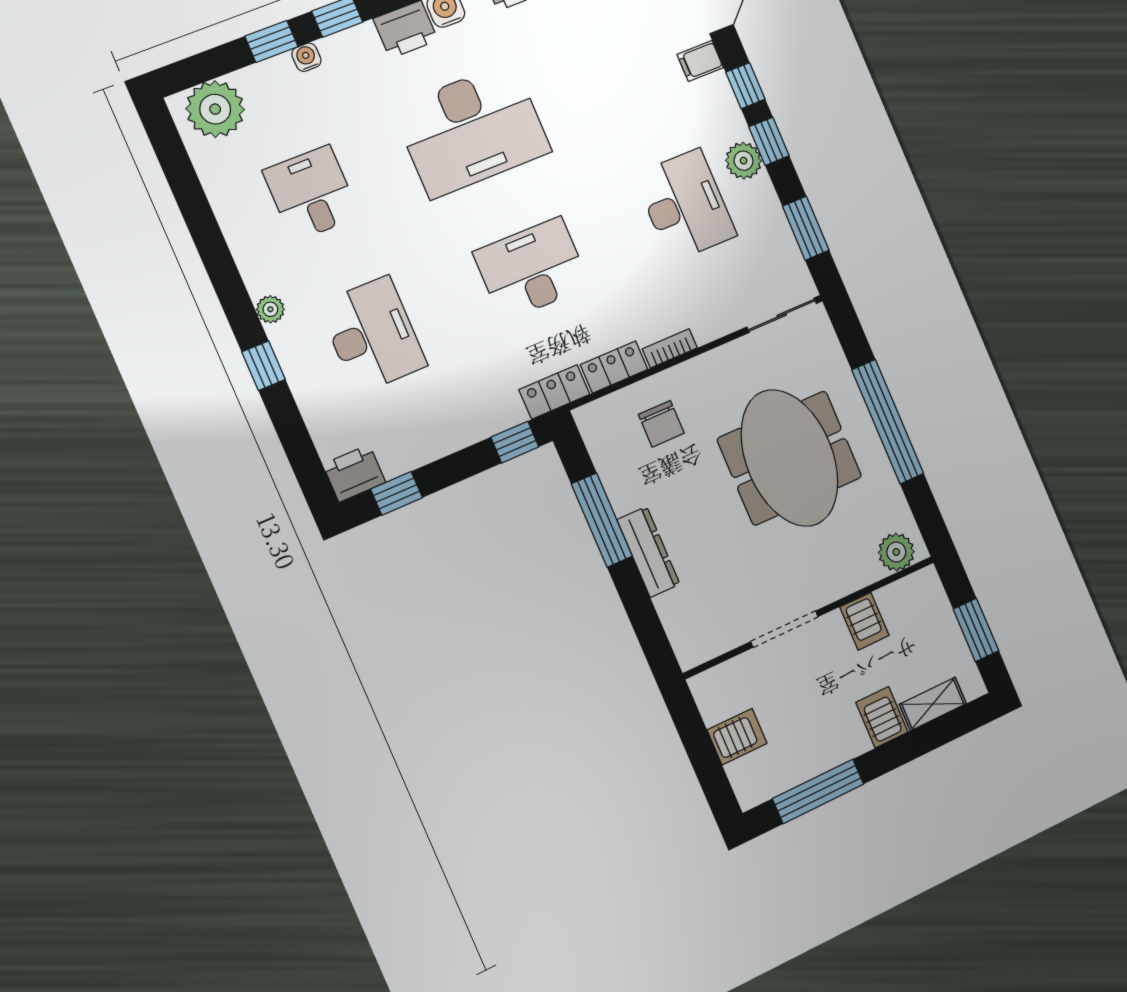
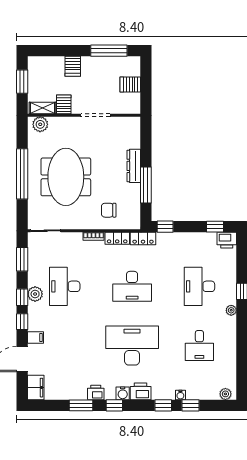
plant: (215, 109) -> (225, 394), width x0.53, depth x0.53
chair: (661, 424) -> (109, 210), turned -90
shelving: (933, 704) -> (42, 108), moved

